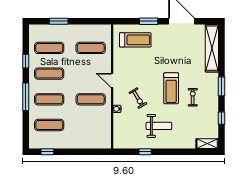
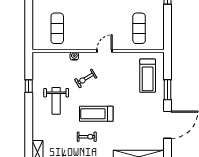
exercise mat: (91, 99) -> (57, 28), moved

